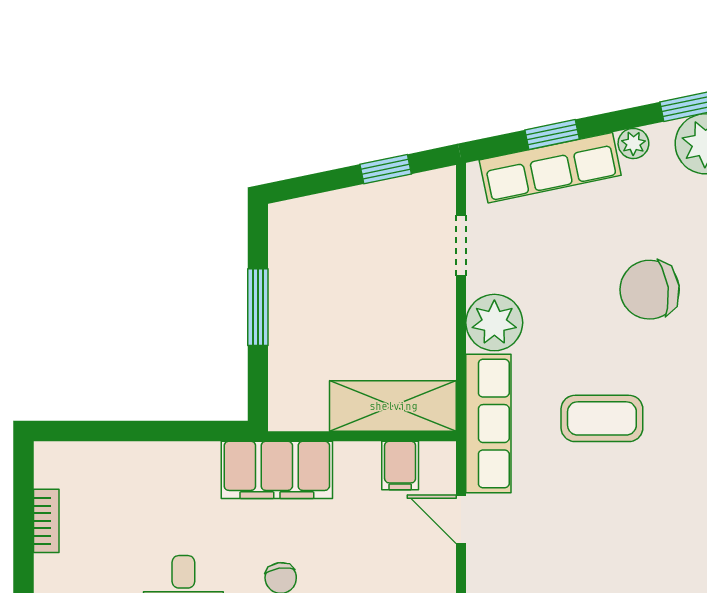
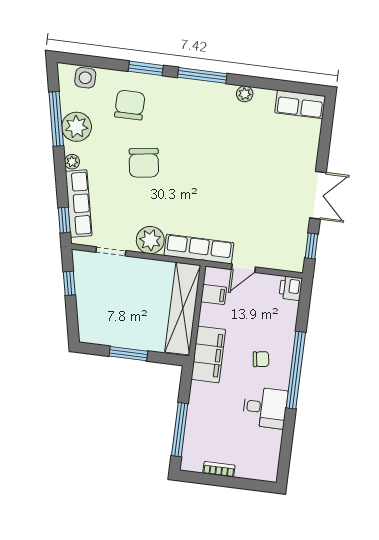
window: (552, 135) -> (64, 220), moved
shelving: (393, 406) -> (183, 309), width x1.47
coffee table: (602, 418) -> (203, 194), removed
window: (117, 431) -> (180, 430), added

